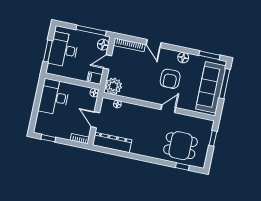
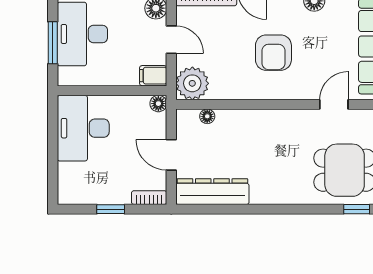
door: (107, 62) -> (171, 40), swing flipped
armchair: (170, 79) -> (273, 53), moved
door: (168, 109) -> (334, 104), moved
window: (48, 138) -> (111, 209), moved

